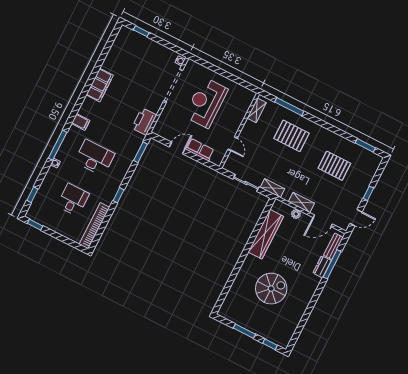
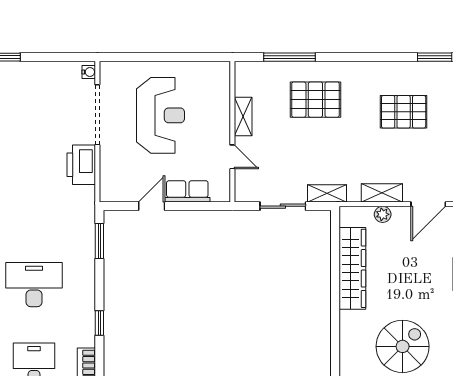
reception desk: (206, 103) -> (161, 115), turned 180
shelving: (257, 110) -> (243, 116), moved
printer: (144, 121) -> (81, 165), moved

